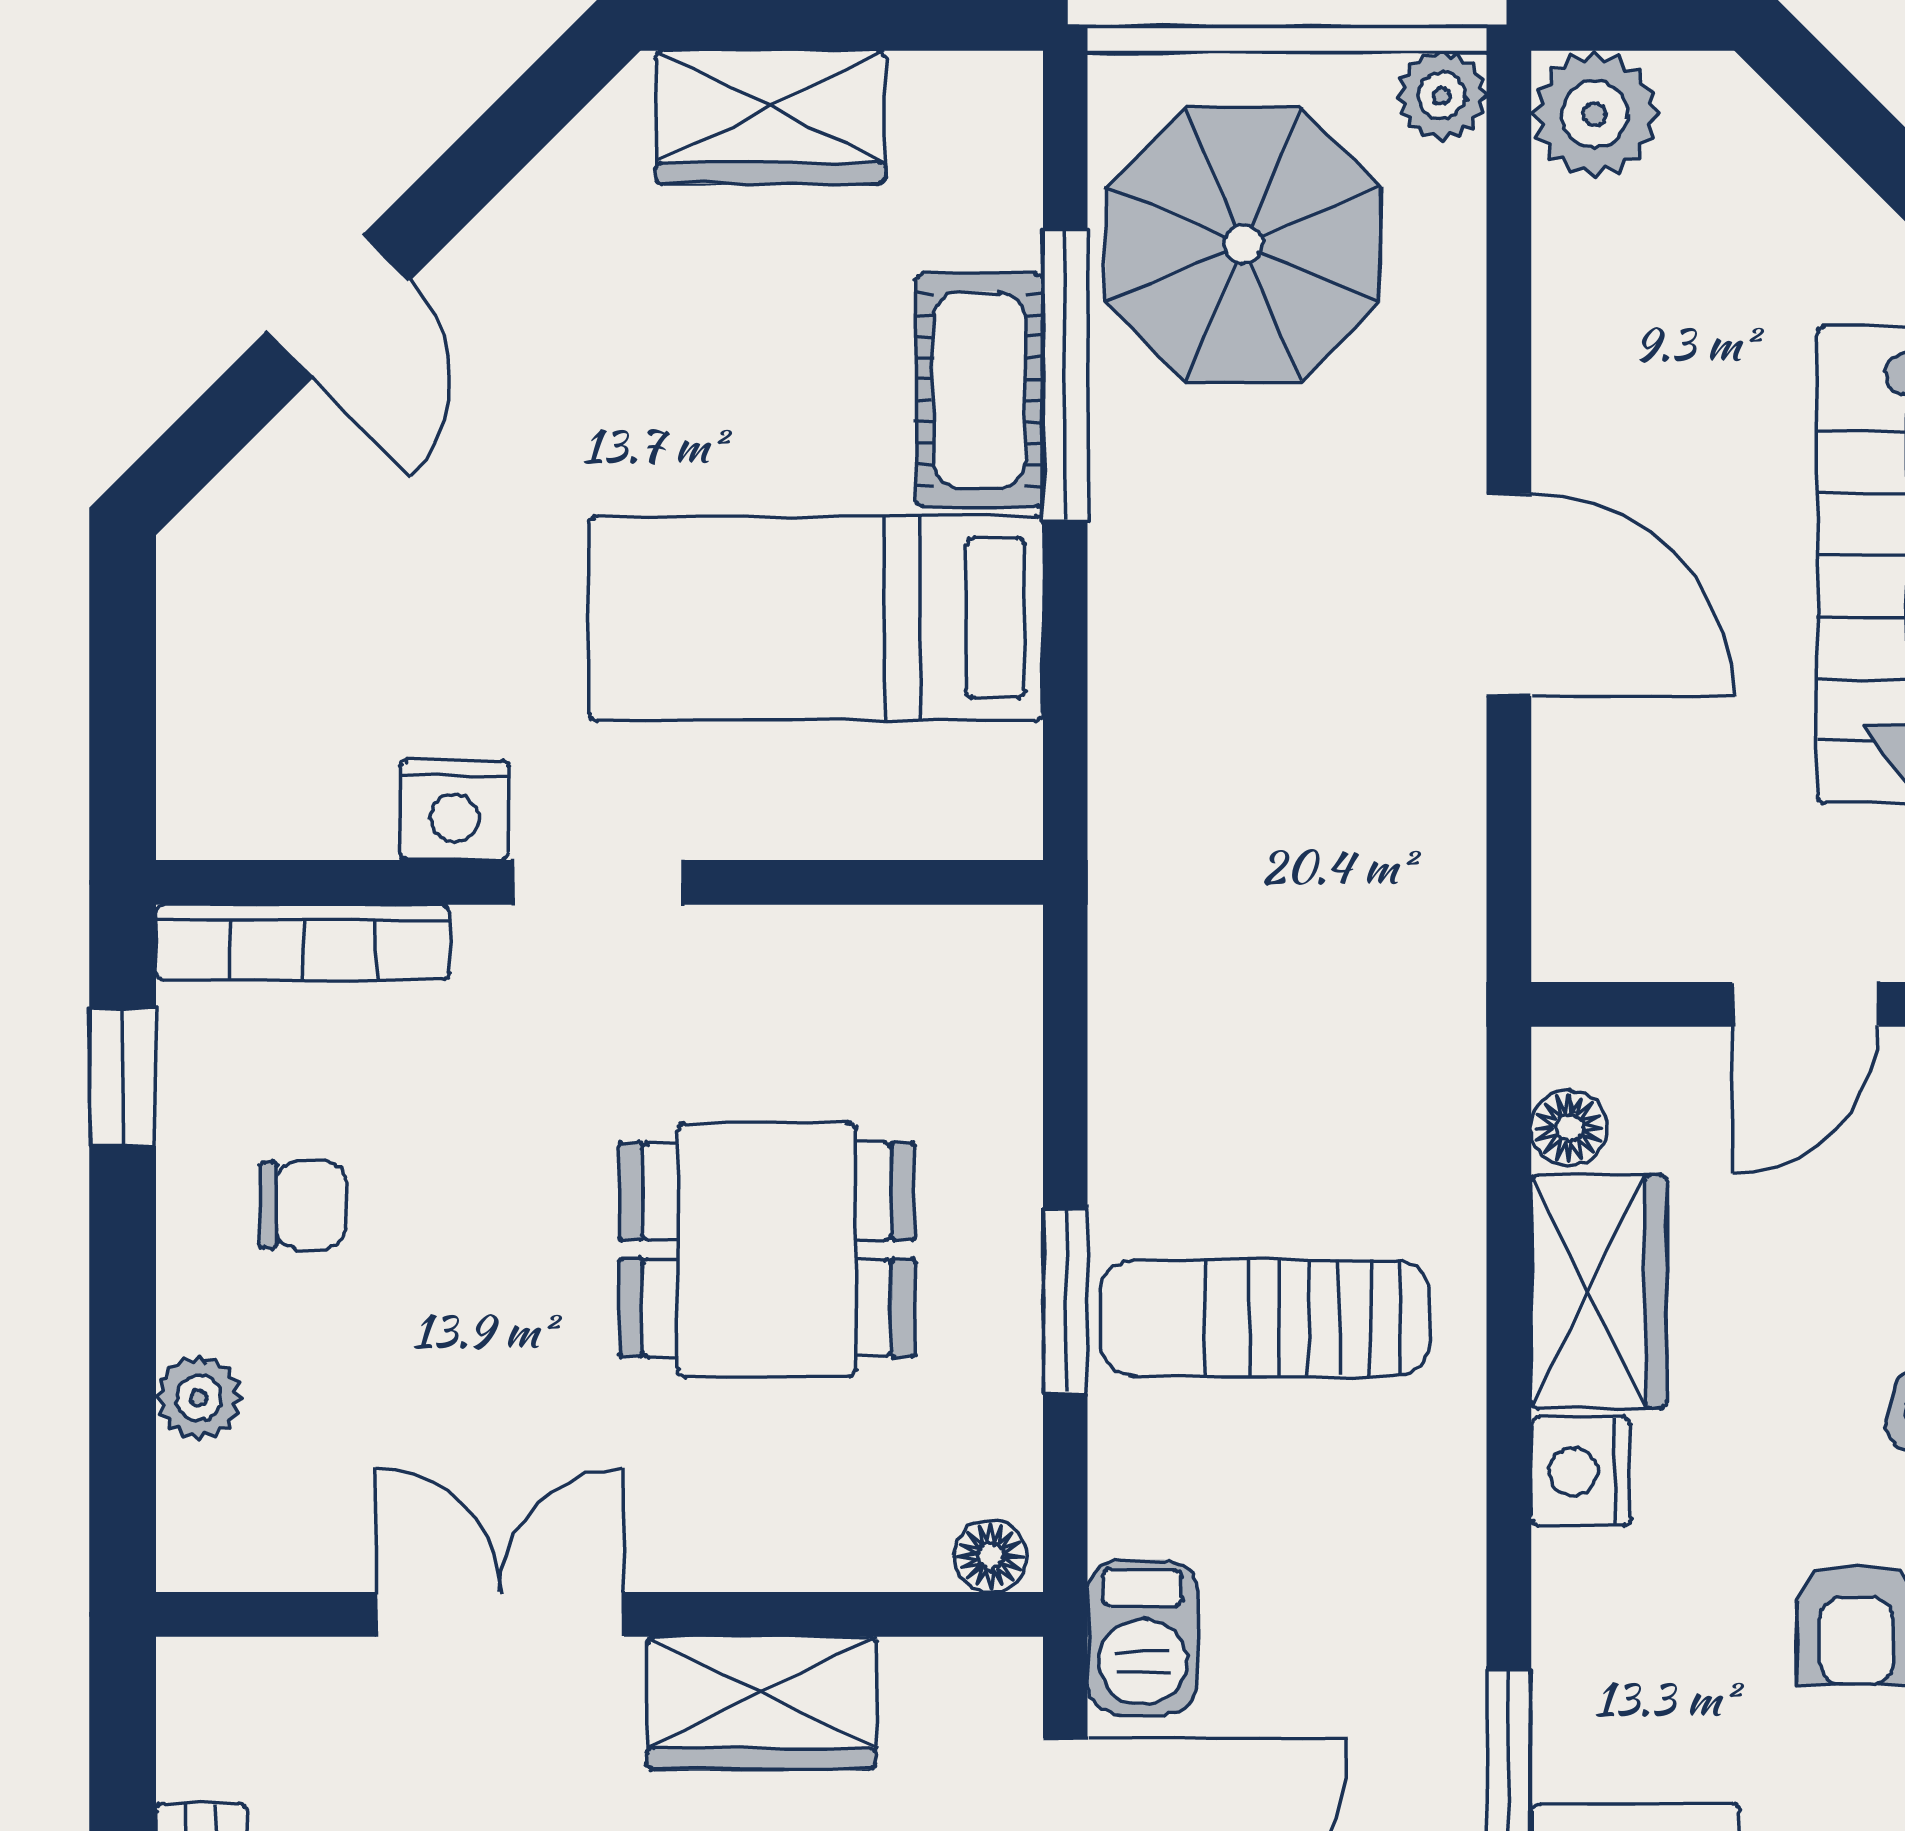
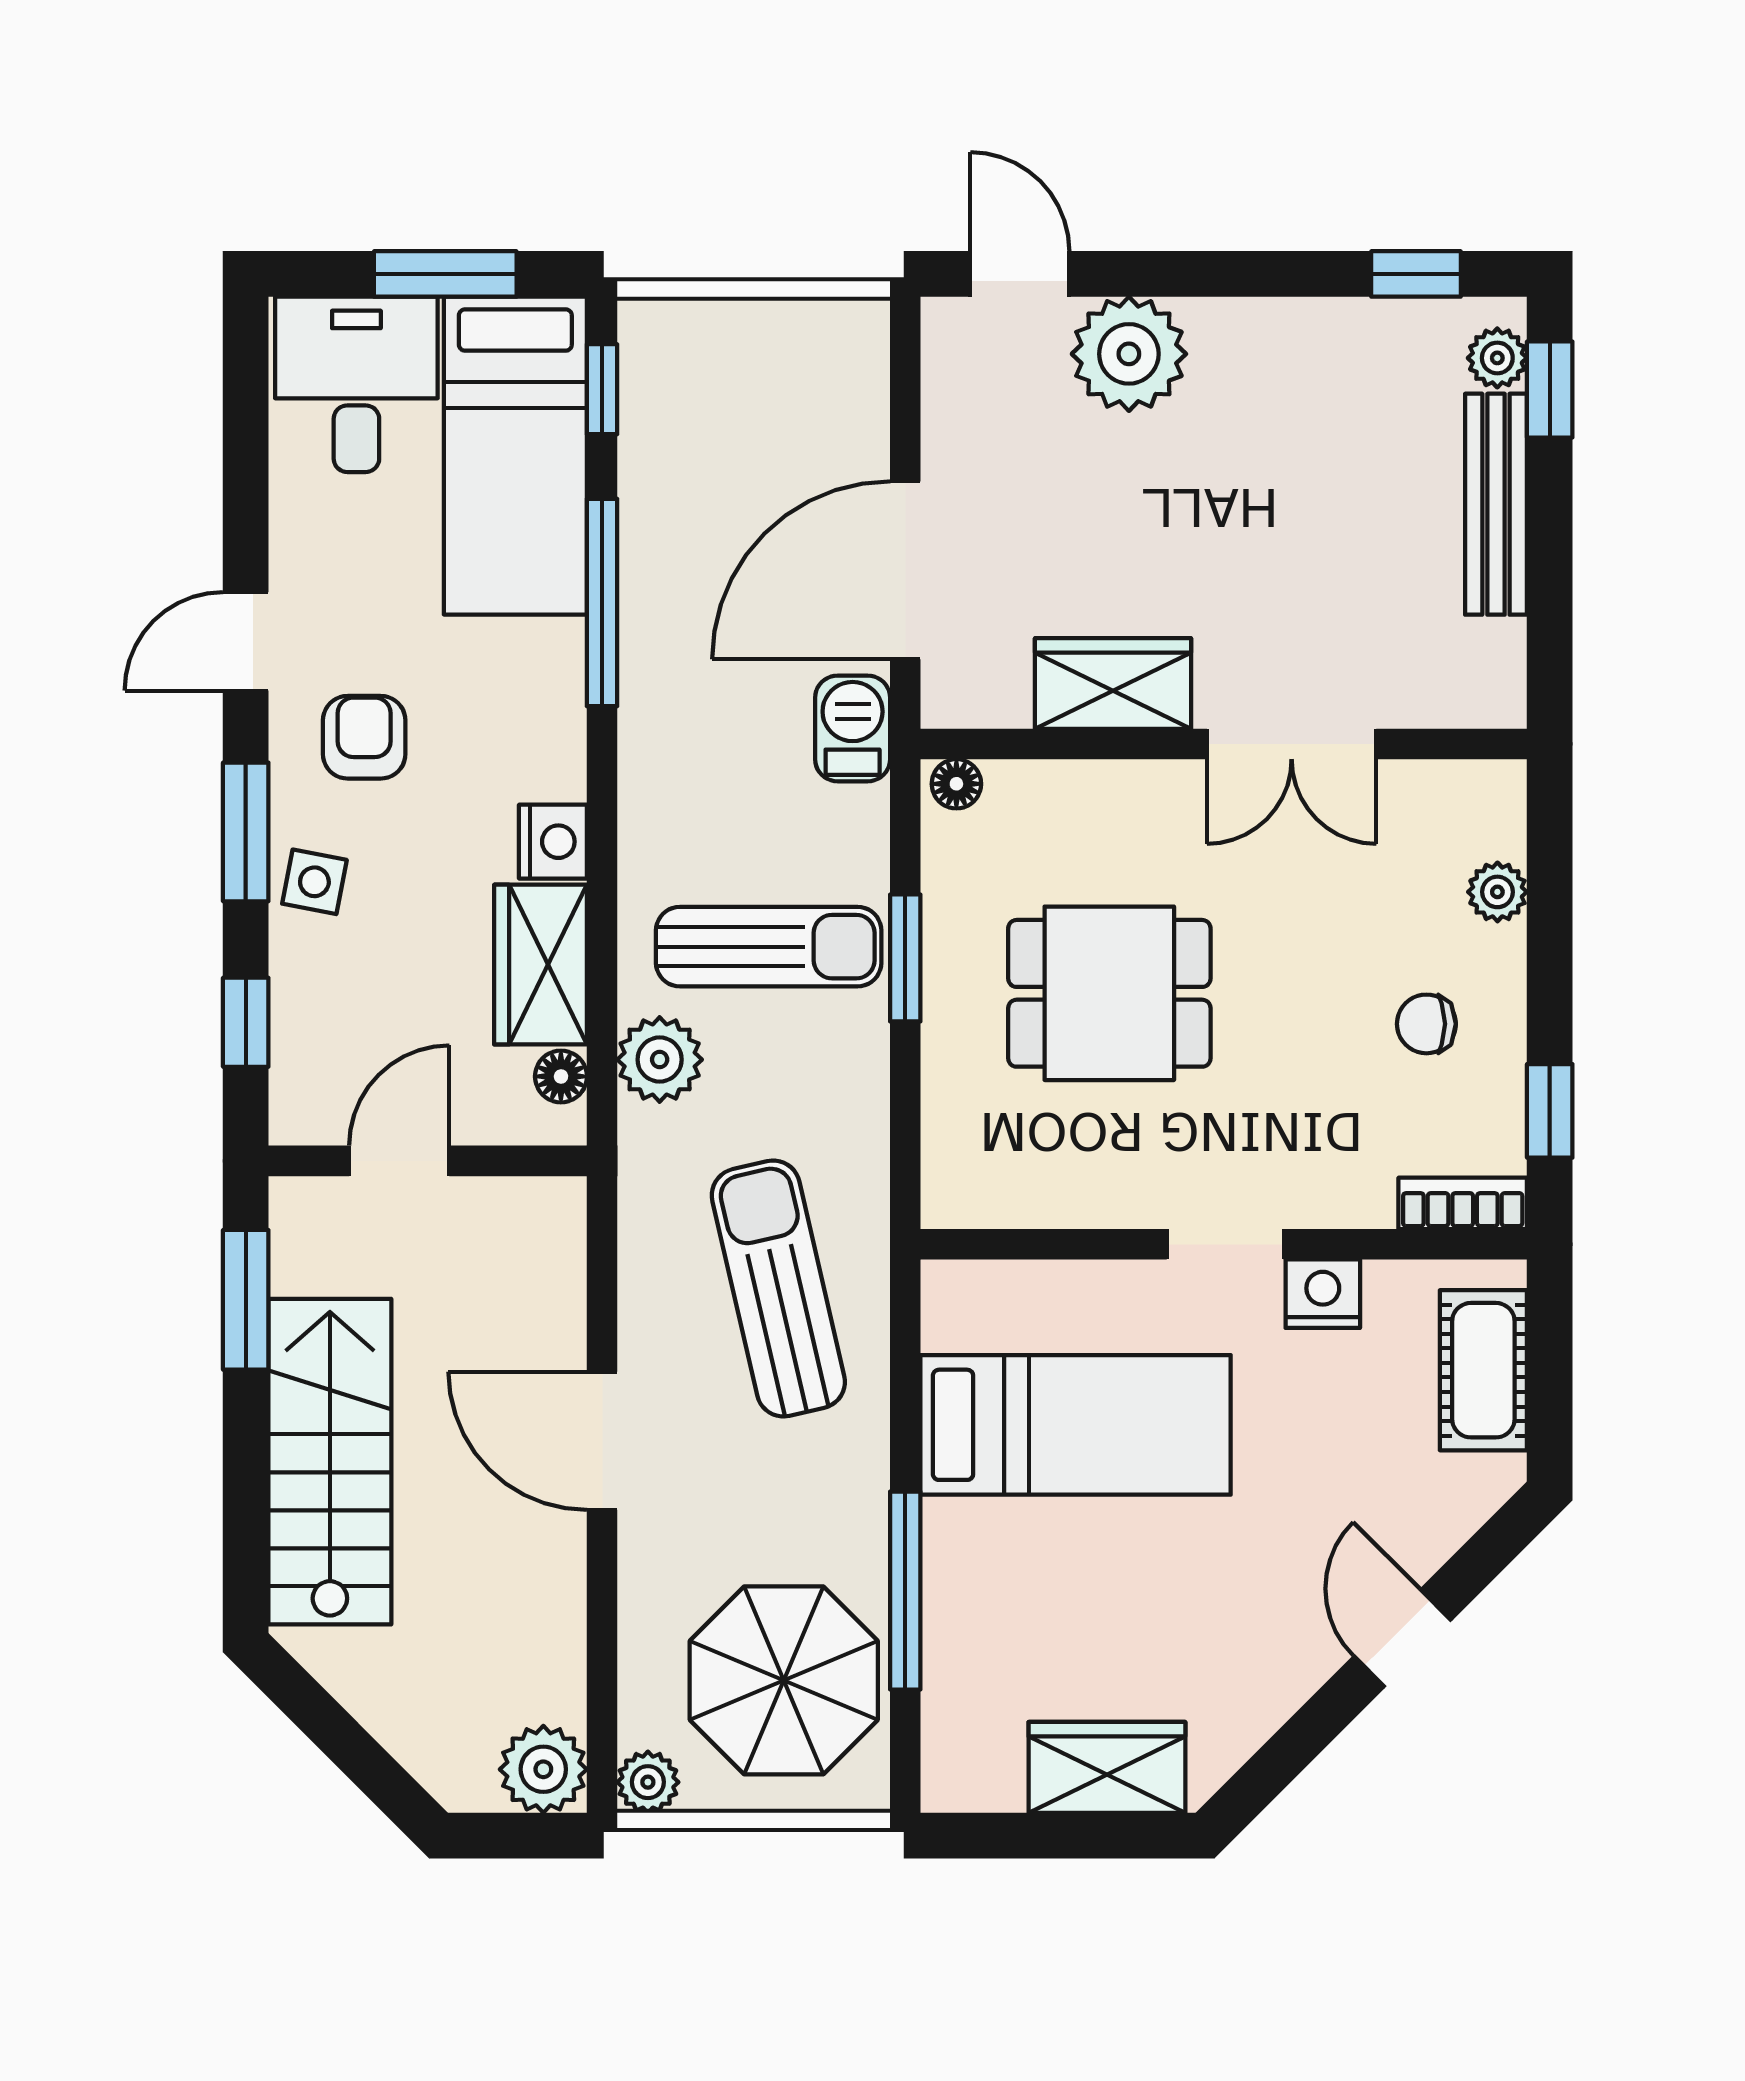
cot: (979, 390) -> (1483, 1370), moved
sun lounger: (1251, 818) -> (778, 1289), added
bookcase: (303, 942) -> (1463, 1203), width x0.64
plant: (1425, 1153) -> (660, 1060), added

